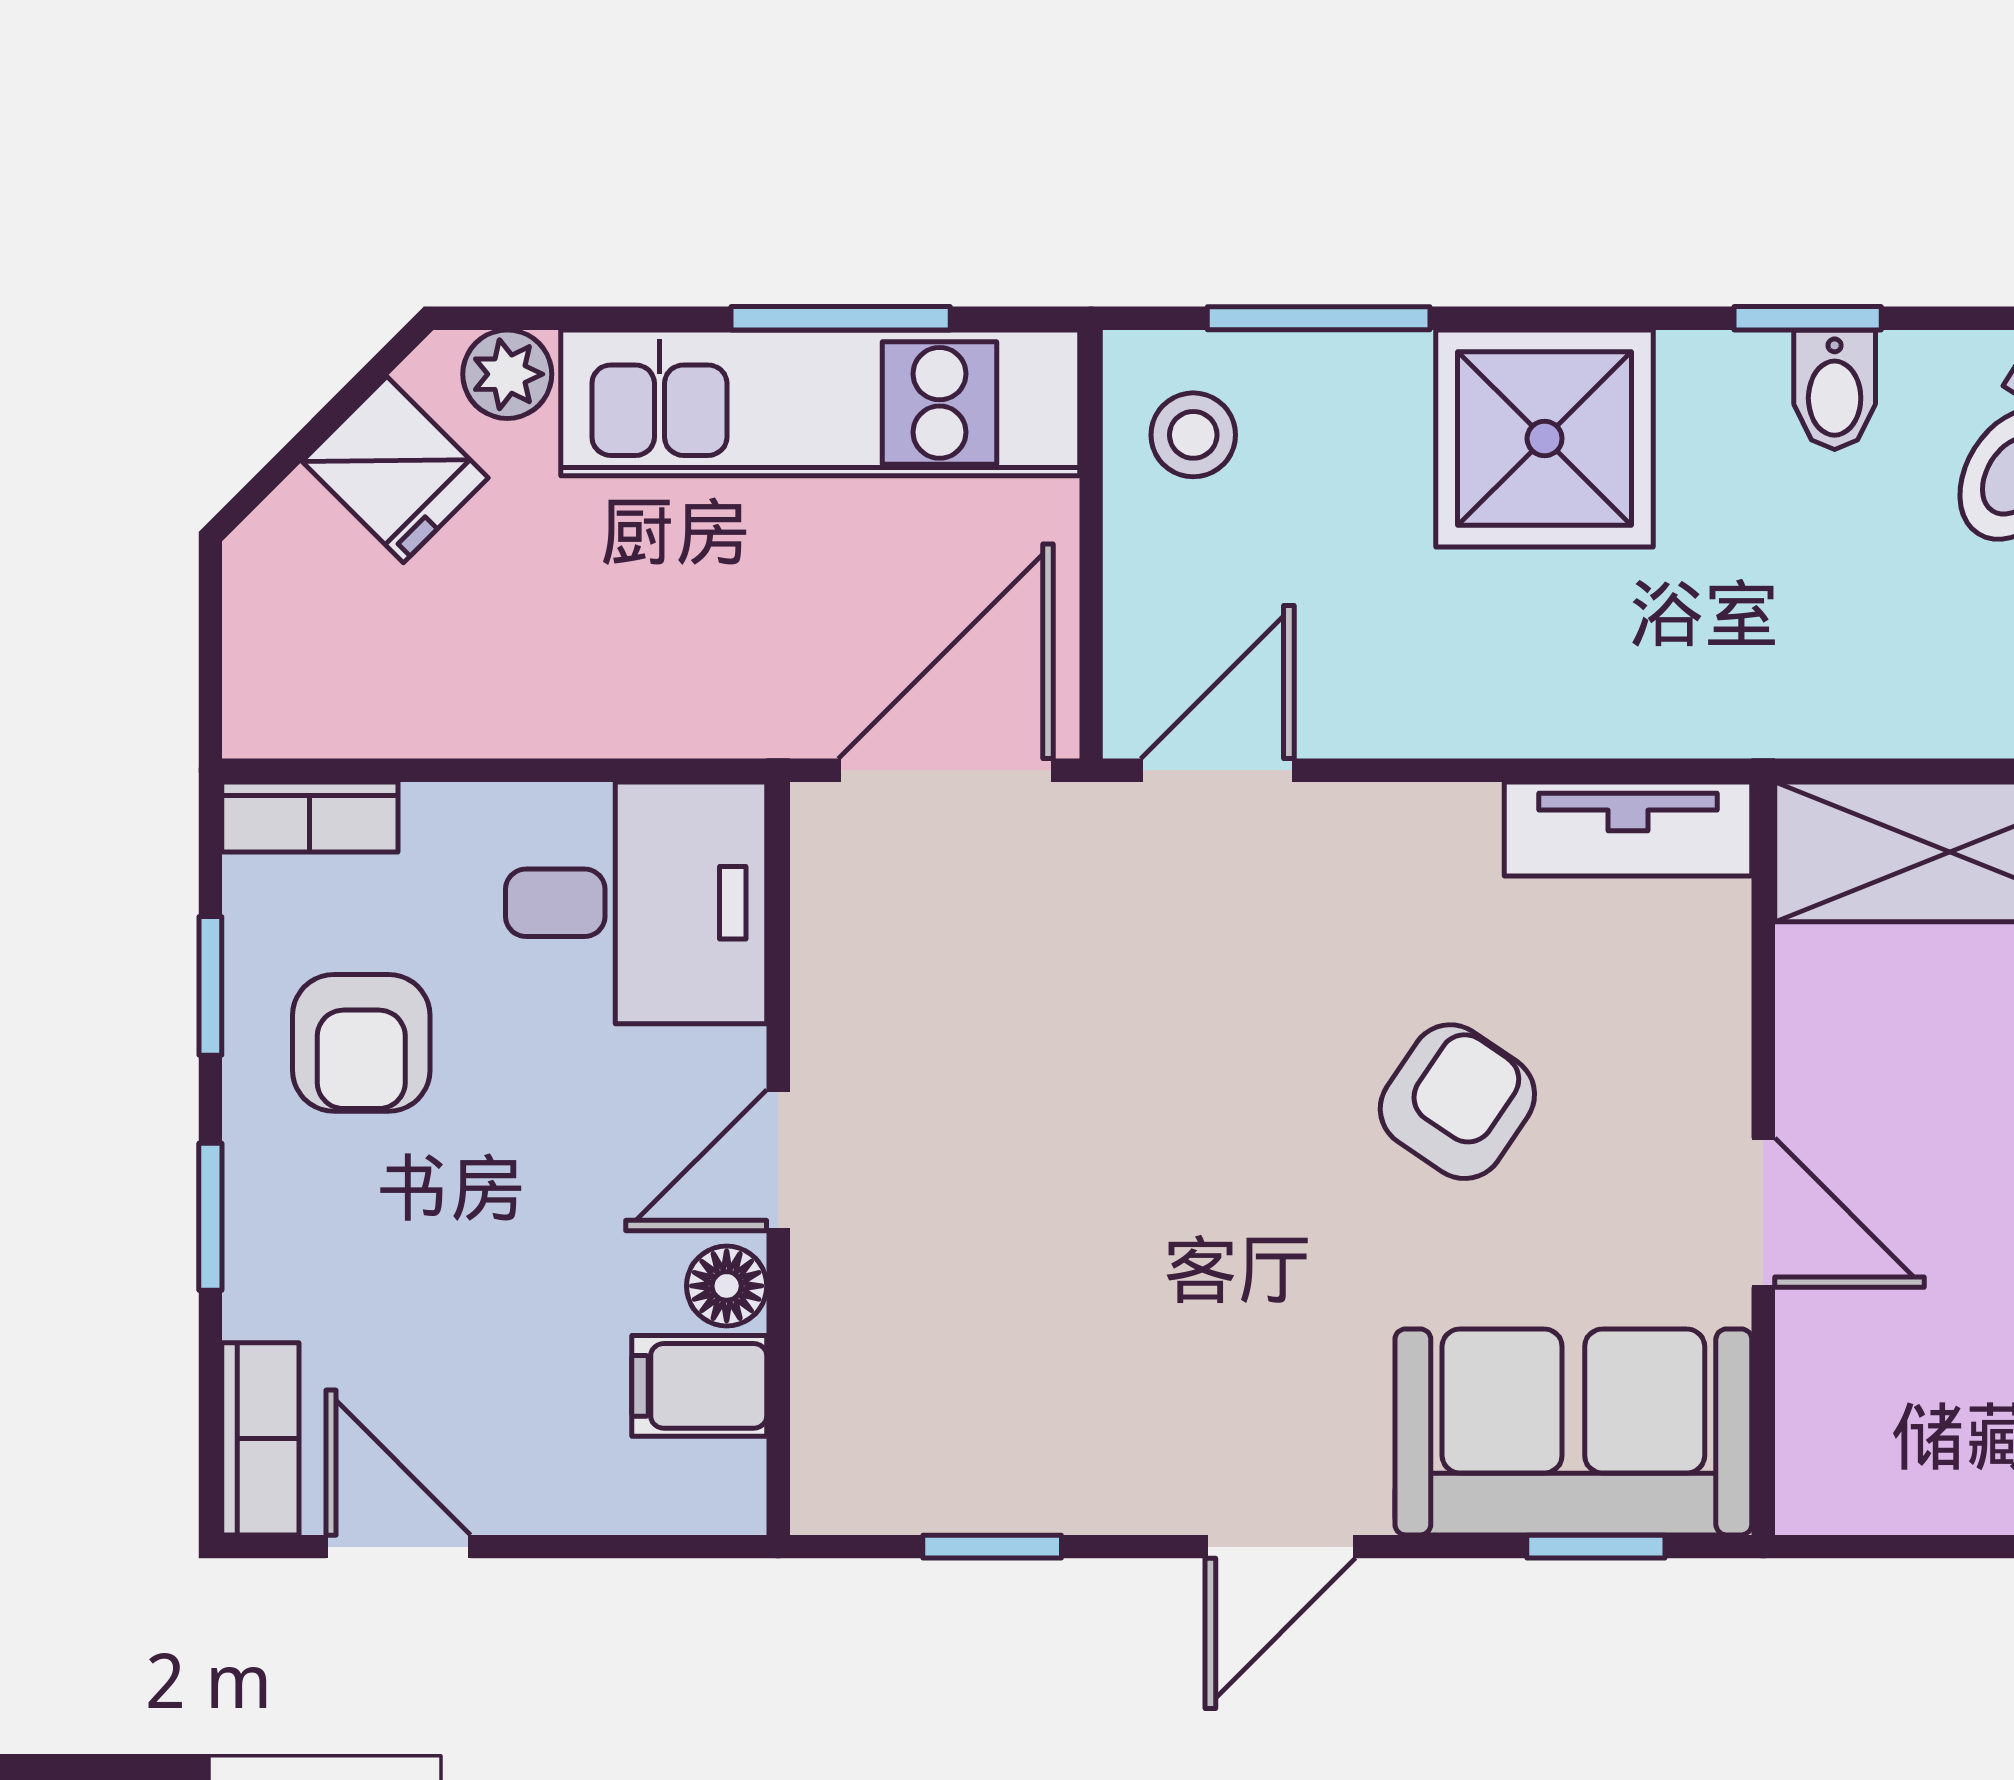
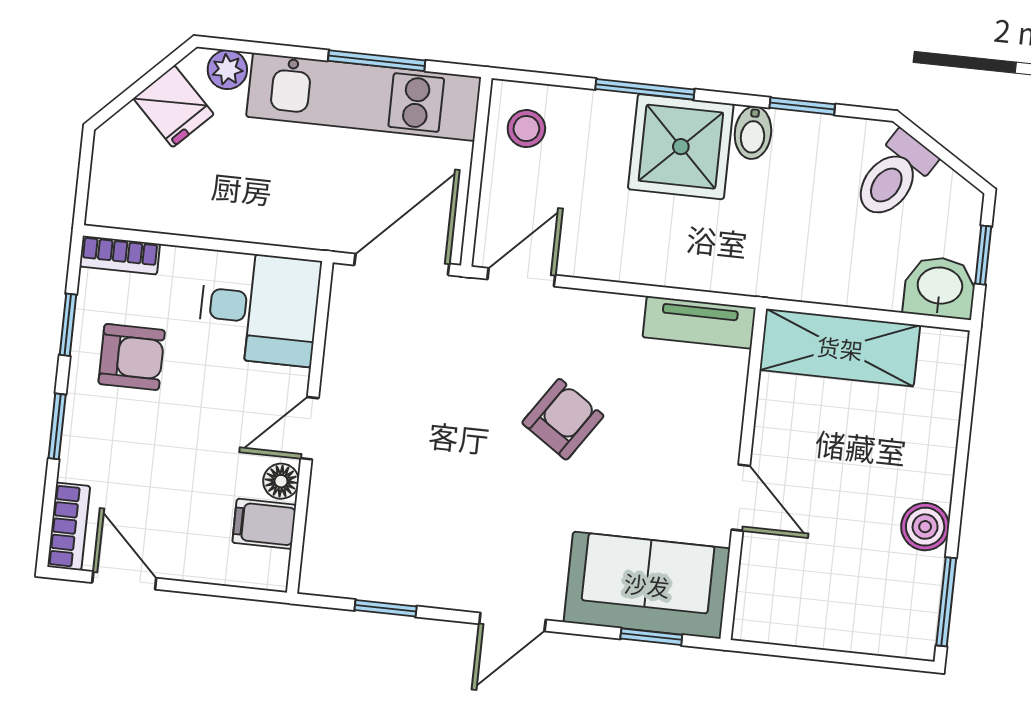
window: (1319, 318) -> (645, 89), moved
bidet: (1835, 390) -> (753, 133), moved
armchair: (361, 1043) -> (132, 357), turned -90
armchair: (1457, 1102) -> (563, 419), moved

